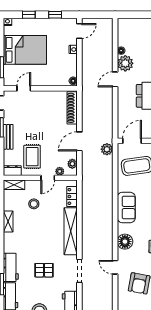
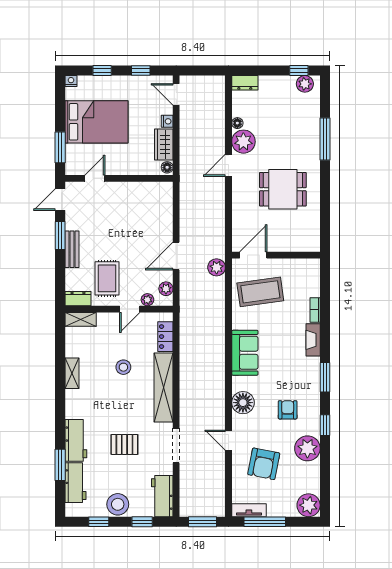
dresser: (126, 23) -> (245, 83), added
door: (79, 31) -> (176, 94), swing flipped
wardrobe: (71, 65) -> (164, 145), added
shoe rack: (72, 108) -> (166, 207), removed
stool: (34, 204) -> (123, 367), moved

